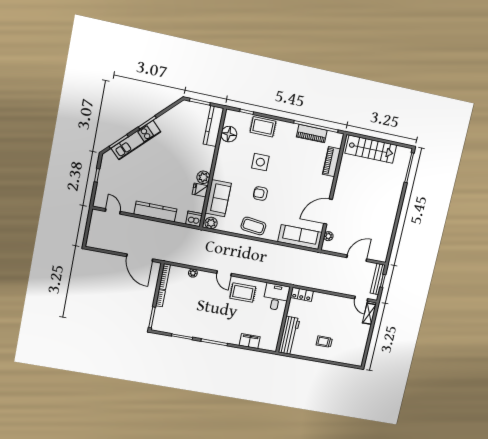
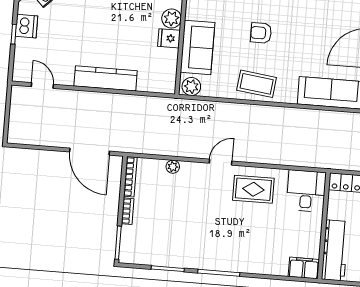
dishwasher: (194, 219) -> (26, 26), moved, turned 90
door: (224, 273) -> (221, 162), swing flipped
filing cabinet: (250, 341) -> (304, 268), moved

